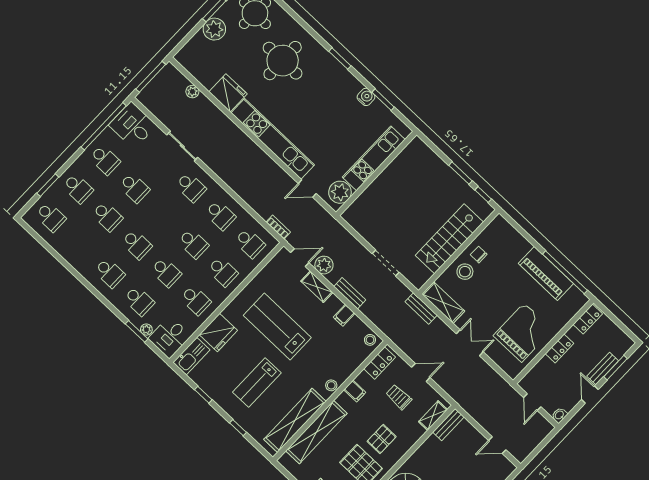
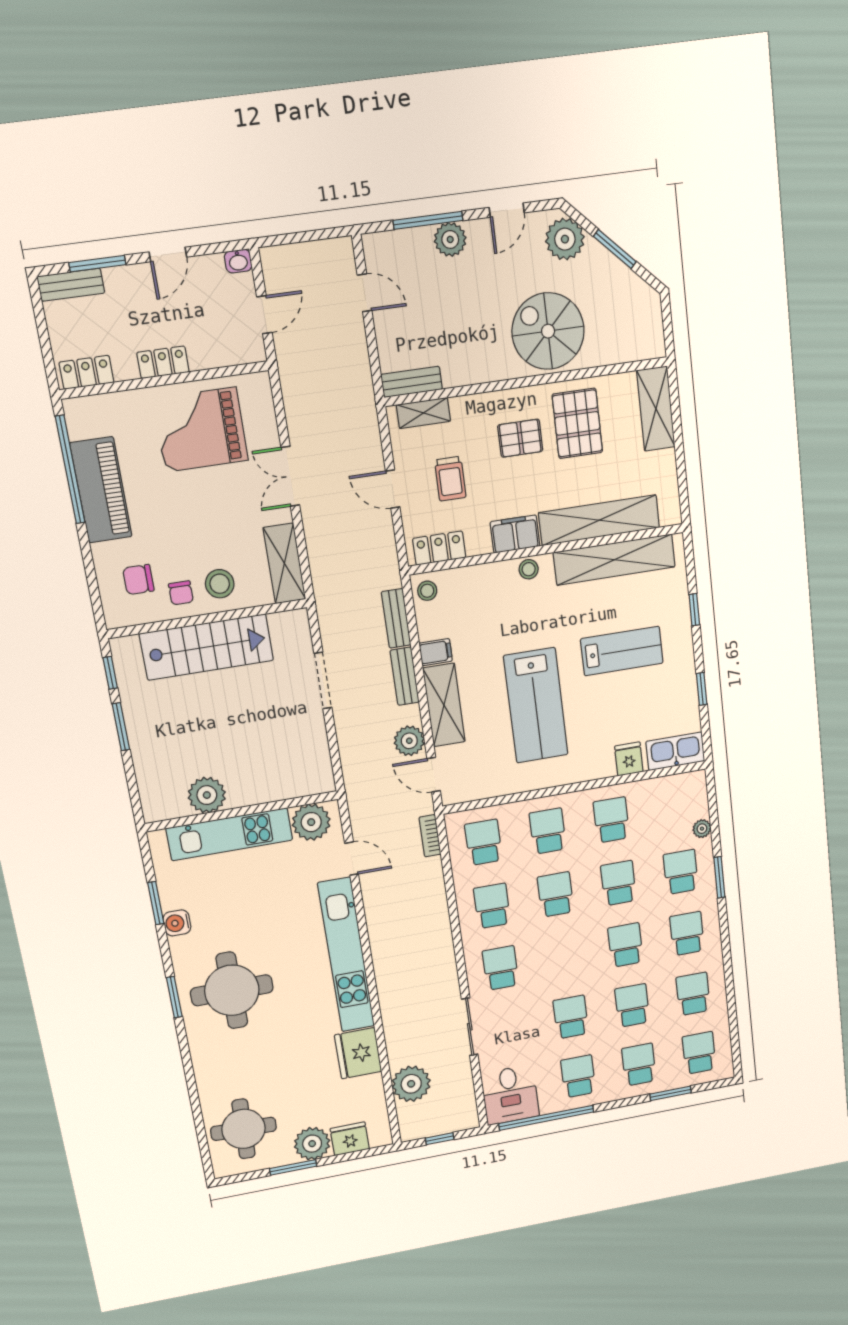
fridge: (197, 45) -> (350, 1139), added
round table: (283, 61) -> (232, 990), moved
window: (151, 77) -> (440, 1139), width x0.46
plant: (192, 92) -> (411, 1084), width x1.87, depth x1.87
plant: (398, 170) -> (207, 795), added
school desk: (80, 245) -> (693, 994), added
chair: (502, 246) -> (138, 580), added
shelving: (317, 287) -> (444, 705), width x1.50, depth x1.33
bench: (421, 308) -> (396, 618), moved
window: (137, 331) -> (719, 877), moved
fridge: (218, 333) -> (629, 759), width x0.53, depth x0.75
desk: (170, 337) -> (682, 797), removed
bench: (603, 368) -> (71, 285), moved
filing cabinet: (355, 391) -> (515, 534), width x2.00

